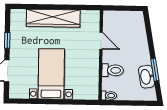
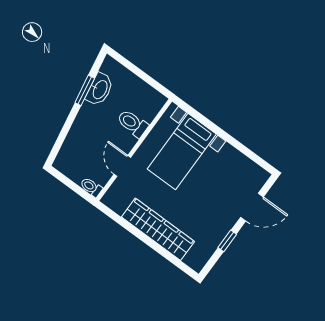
bed with nightstands: (51, 74) -> (182, 151), moved
toilet: (109, 96) -> (91, 187), moved

